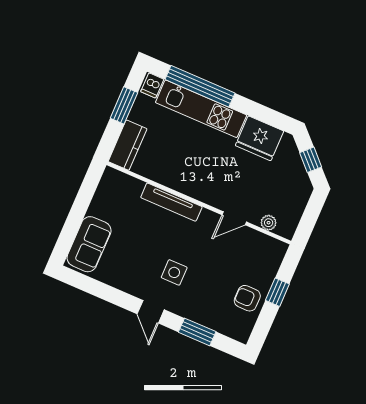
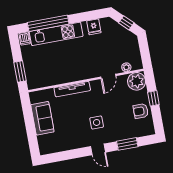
window: (124, 105) -> (20, 71), moved
fridge: (259, 138) -> (94, 27), width x0.53, depth x0.75
kitchen counter: (128, 145) -> (32, 76), removed
sofa: (89, 244) -> (42, 118), moved
plant: (270, 252) -> (137, 81), added

